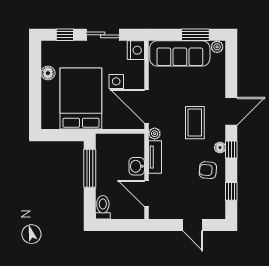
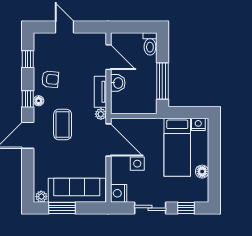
bed: (81, 99) -> (177, 147), width x0.67
nightstand: (52, 123) -> (198, 124), added

